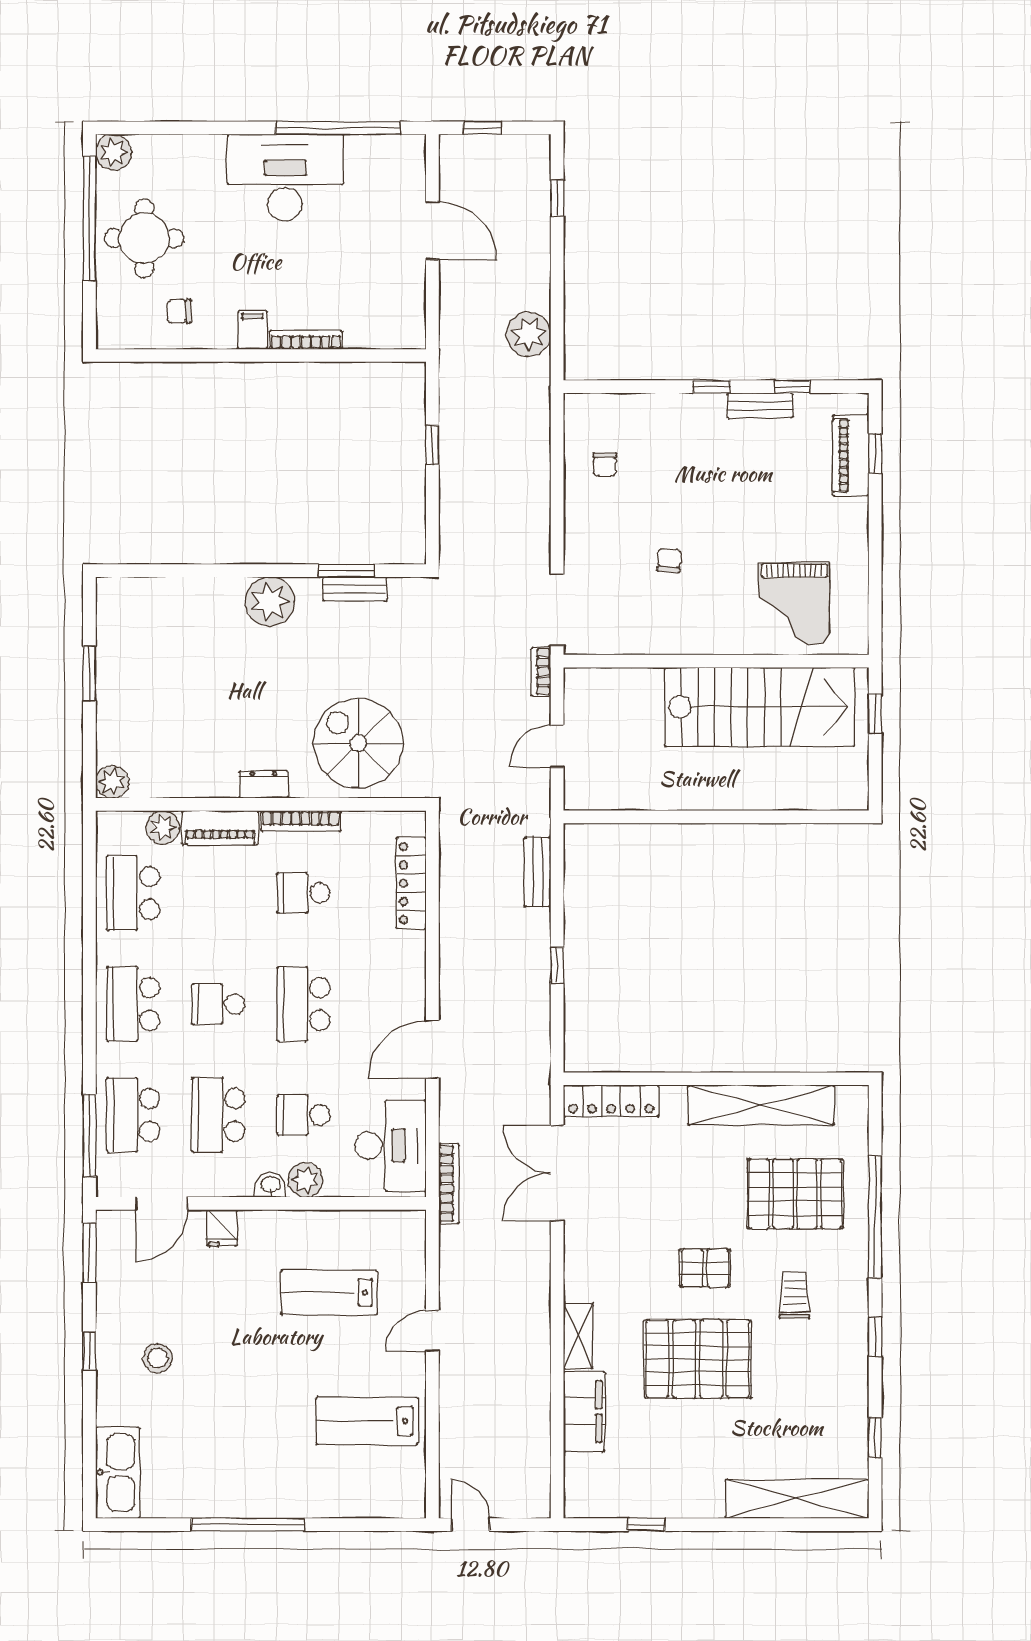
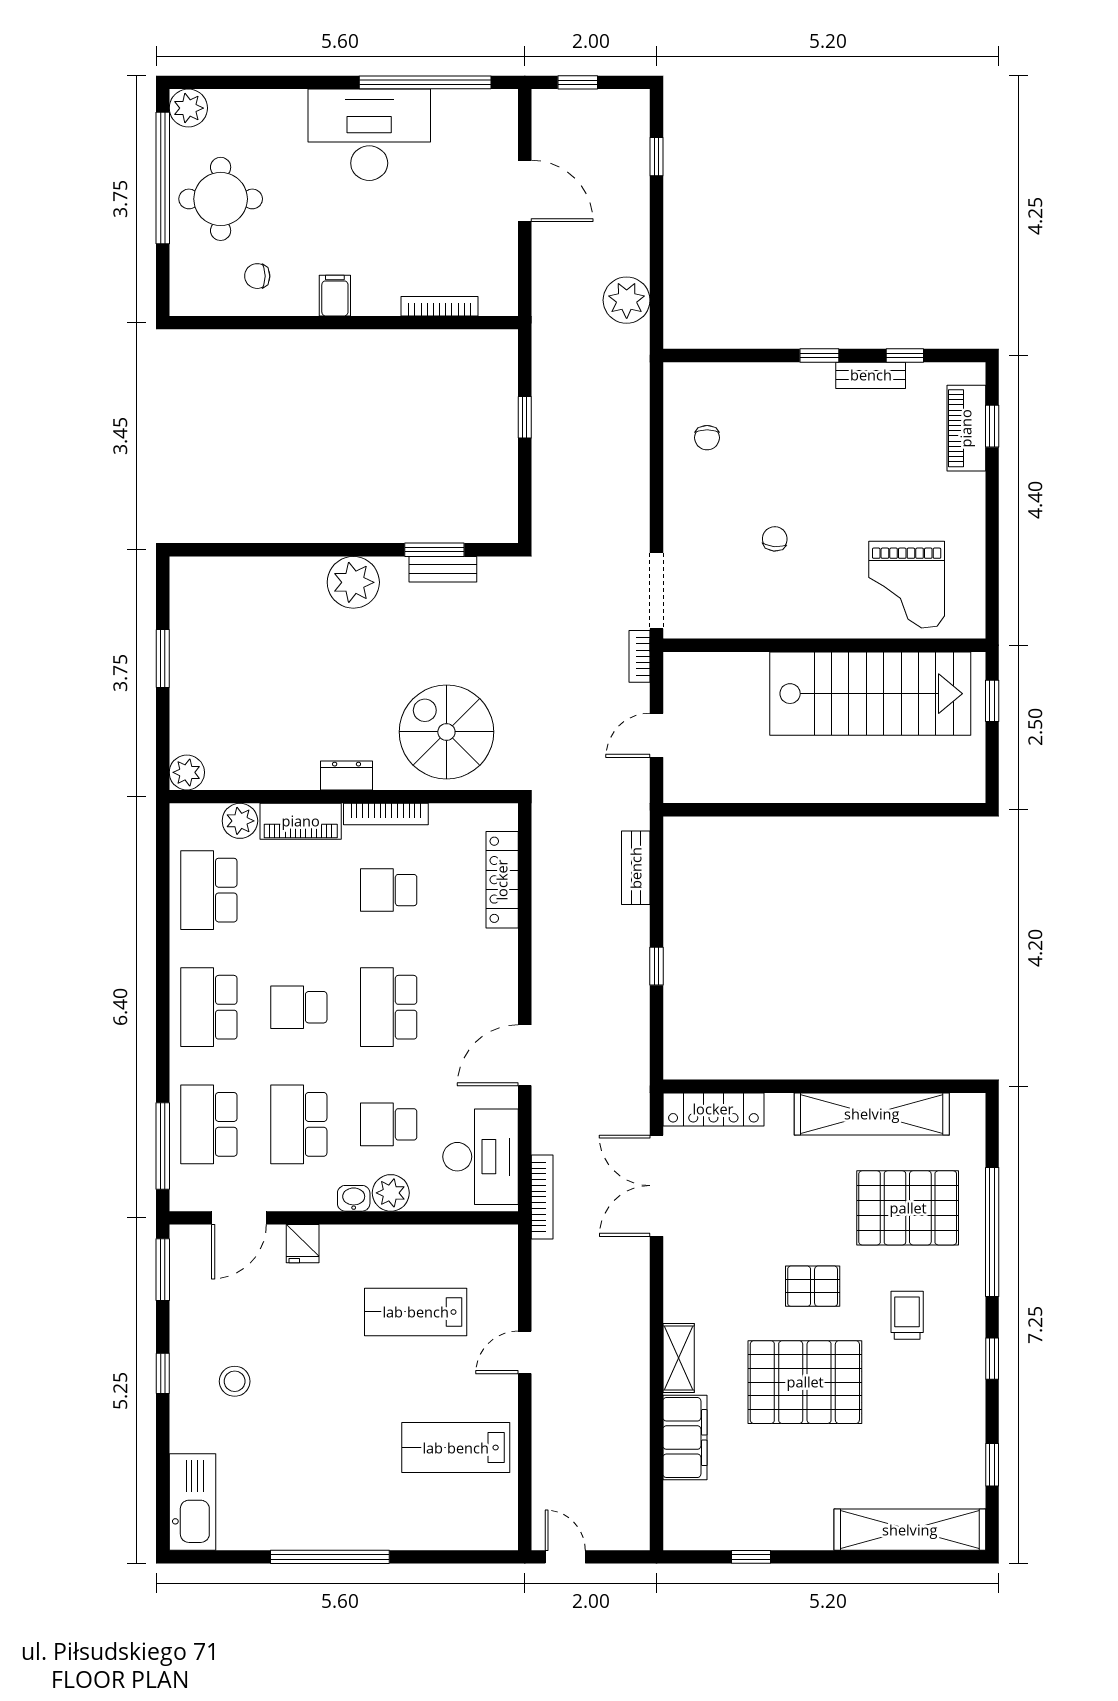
bookcase: (306, 340) -> (440, 306), moved

